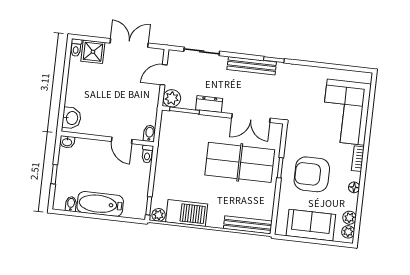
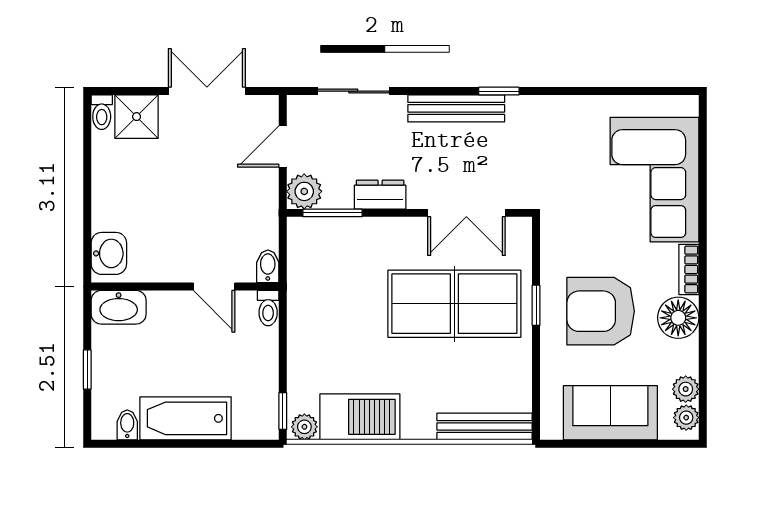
washbasin: (67, 142) -> (119, 307), width x1.91, depth x1.45
floor lamp: (354, 187) -> (678, 318), width x1.89, depth x1.89

